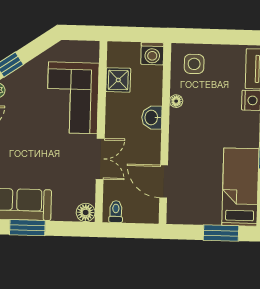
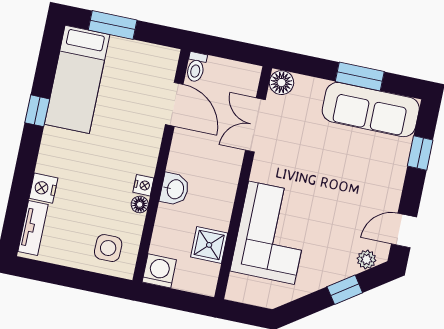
nightstand: (176, 116) -> (143, 185), added
double door: (100, 159) -> (255, 125), moved
toilet: (116, 212) -> (196, 67), moved

